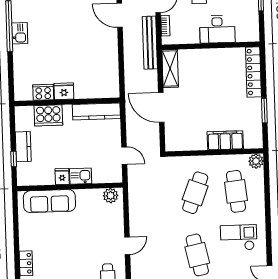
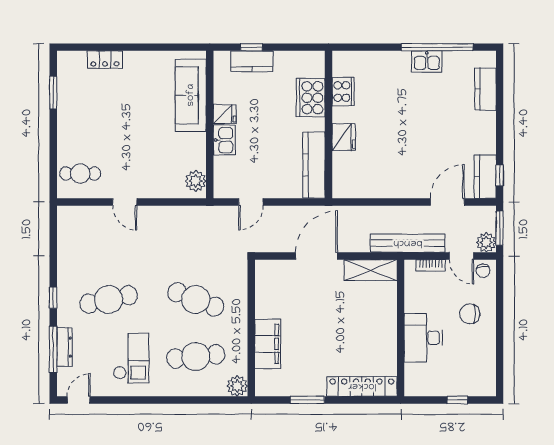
fridge: (64, 91) -> (344, 137), moved
kitchen counter: (23, 147) -> (252, 61), moved

